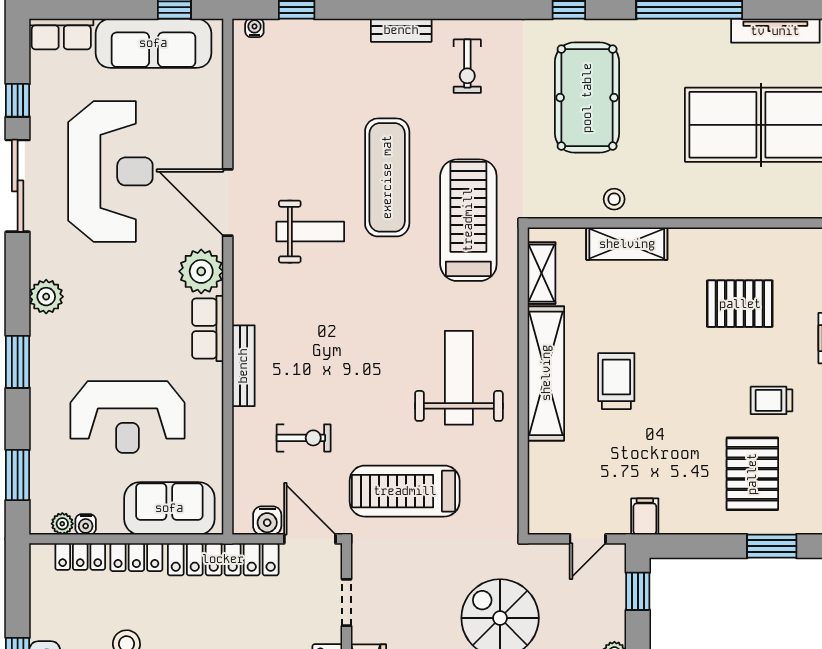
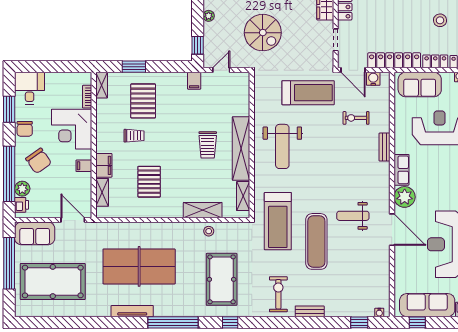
exercise bike: (467, 66) -> (278, 294), width x1.38, depth x1.39
pallet: (740, 304) -> (149, 182), turned 90
bench: (243, 366) -> (385, 147), width x0.73

